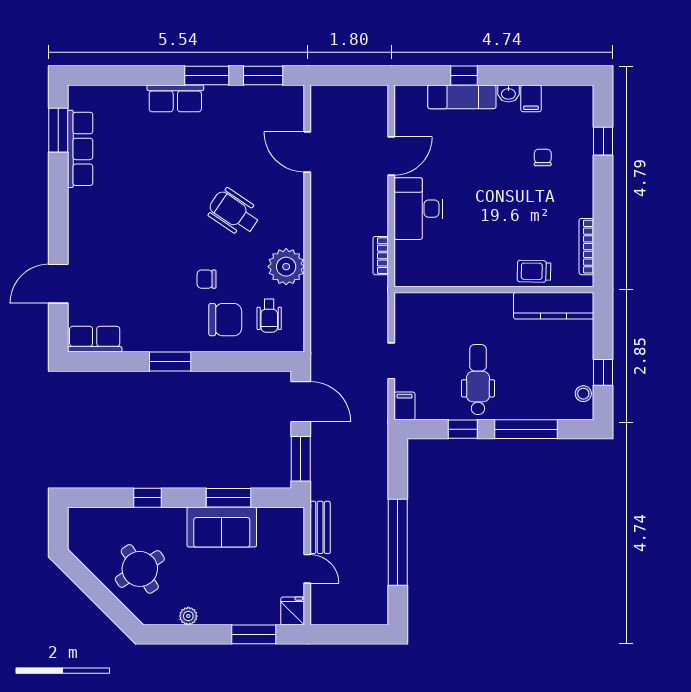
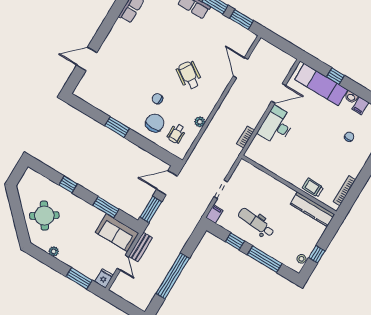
exam couch: (462, 97) -> (321, 85), width x1.36, depth x1.45
plant: (286, 267) -> (200, 122), width x0.53, depth x0.53
chair: (225, 320) -> (155, 123), turned -90
row of seats: (95, 339) -> (88, 95), removed
dental chair: (478, 380) -> (256, 222), turned -86
door: (301, 402) -> (167, 183), swing flipped
sofa: (222, 527) -> (117, 233), moved

